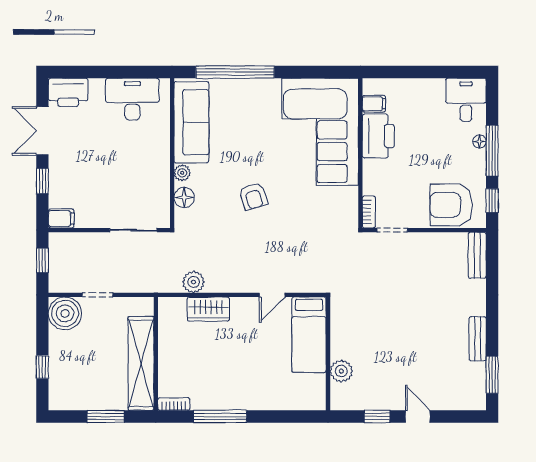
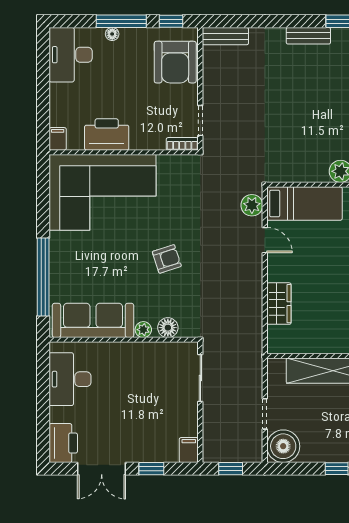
desk: (466, 100) -> (71, 55), width x1.37
filing cabinet: (374, 104) -> (58, 139), moved
plant: (194, 282) -> (252, 205), moved

